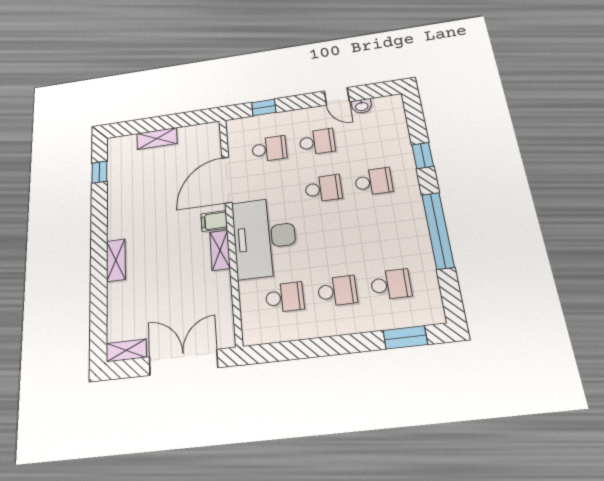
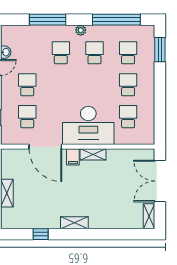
window: (423, 156) -> (48, 20), width x2.17
window: (99, 172) -> (41, 234), moved
school desk: (323, 189) -> (94, 53), moved
plant: (415, 206) -> (81, 30), added
window: (438, 230) -> (116, 20), moved
shelving: (116, 260) -> (74, 223), moved

